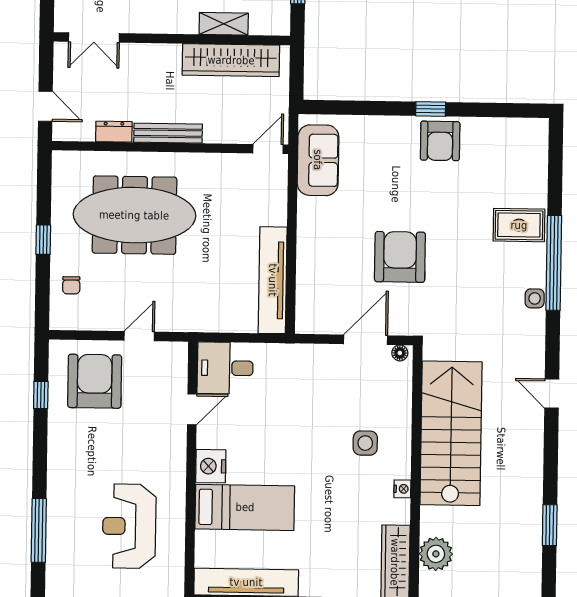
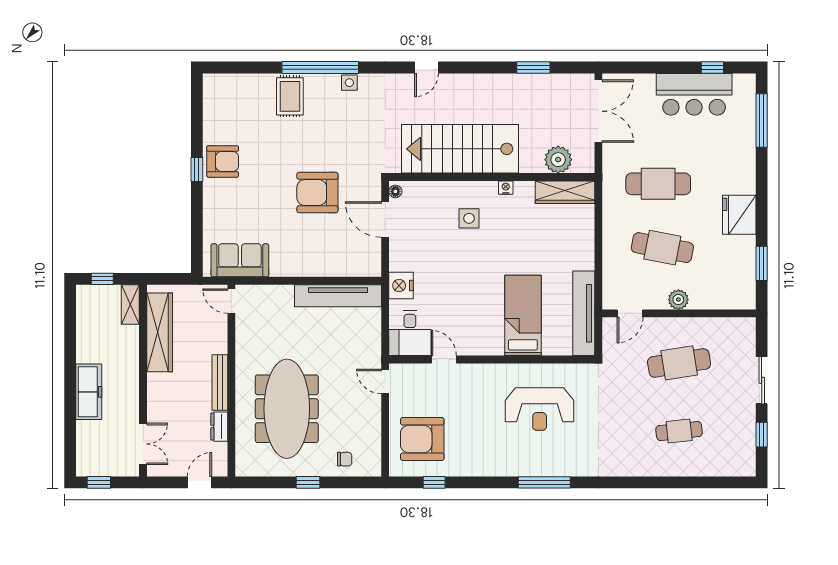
shelving: (224, 24) -> (130, 304), moved
door: (139, 336) -> (385, 381), moved
nightstand: (211, 466) -> (401, 285), moved, turned 90

